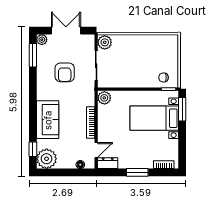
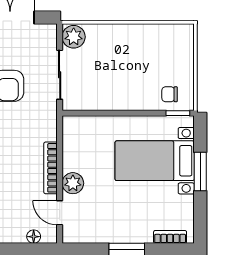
plant: (104, 98) -> (73, 183), moved
window: (182, 109) -> (200, 171), moved
door: (96, 150) -> (60, 213), swing flipped
dresser: (108, 163) -> (78, 234), removed

